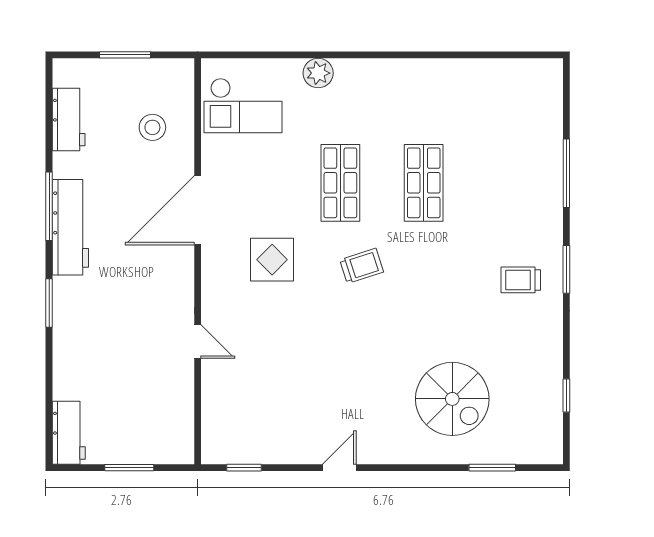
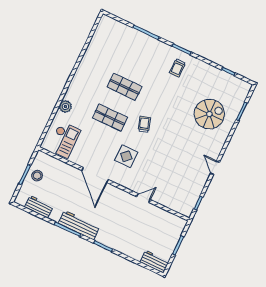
stool: (152, 127) -> (37, 176), moved

